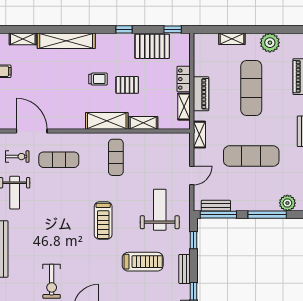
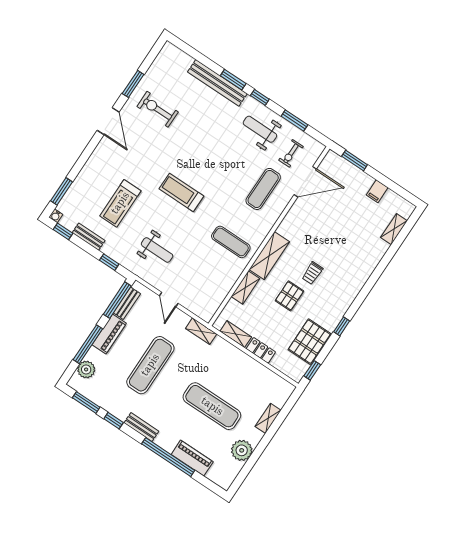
shelving: (66, 41) -> (366, 267), removed
piano: (201, 94) -> (109, 334), moved, turned -90
weight bench: (160, 210) -> (157, 250), width x0.73, depth x0.75

